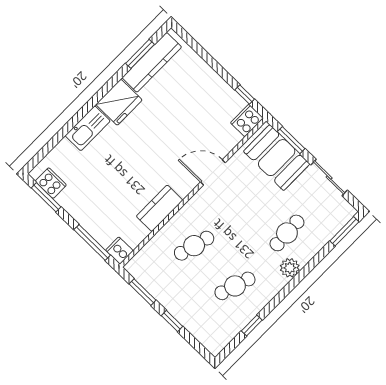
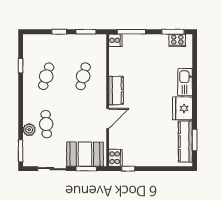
kitchen counter: (160, 208) -> (116, 91), moved
plant: (290, 268) -> (29, 130), moved

